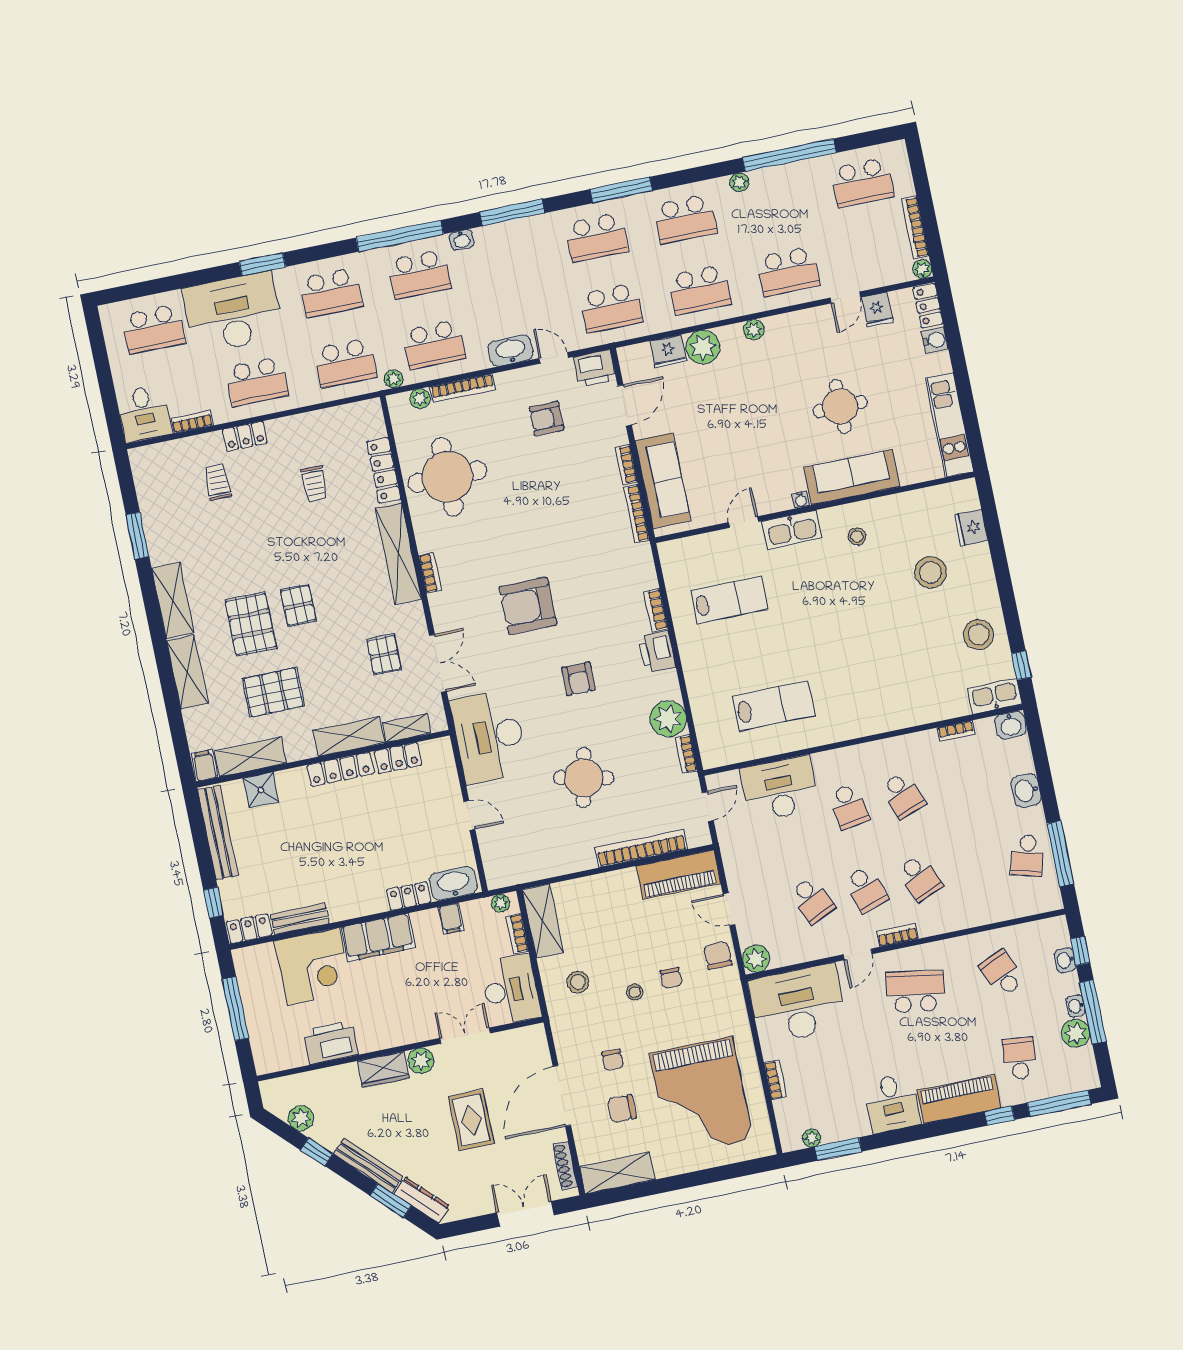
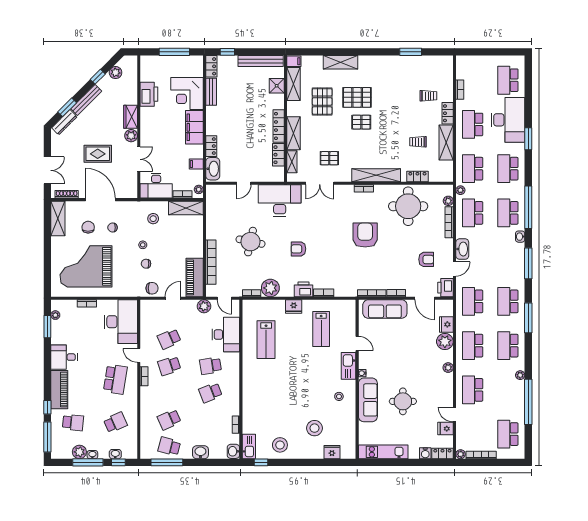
desk: (144, 413) -> (469, 67), removed
armchair: (547, 419) -> (426, 259), turned 90
locker: (384, 471) -> (417, 176), width x0.66
shelving: (173, 600) -> (446, 143), moved, turned 90
armchair: (528, 606) -> (365, 235), moved
fridge: (696, 664) -> (294, 306), added
school desk: (920, 878) -> (169, 420), moved
plant: (756, 959) -> (204, 306), moved

